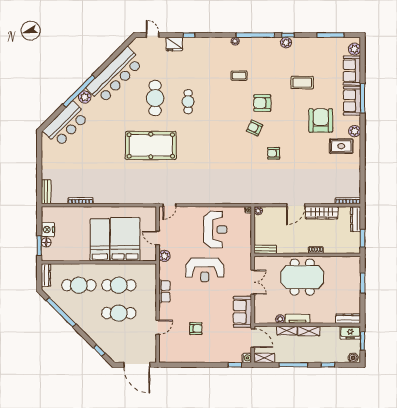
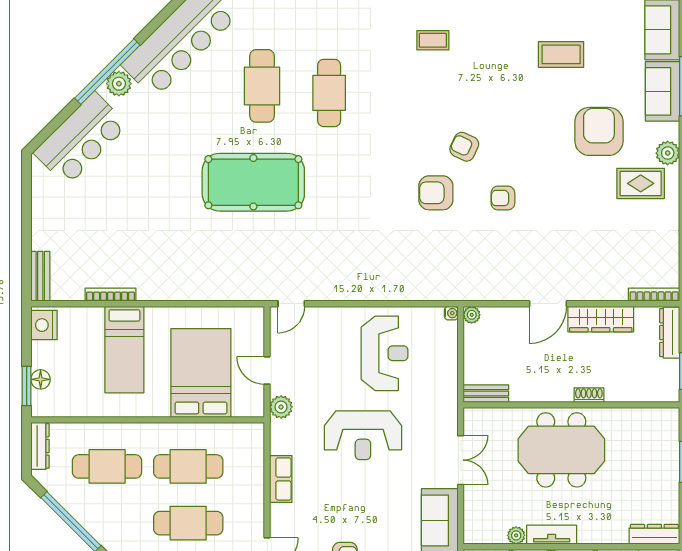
cafe table: (188, 102) -> (329, 93), width x1.37, depth x1.35
armchair: (262, 103) -> (436, 193), moved
nightstand: (48, 230) -> (44, 325), moved
bed: (100, 240) -> (124, 350), moved, turned 180

